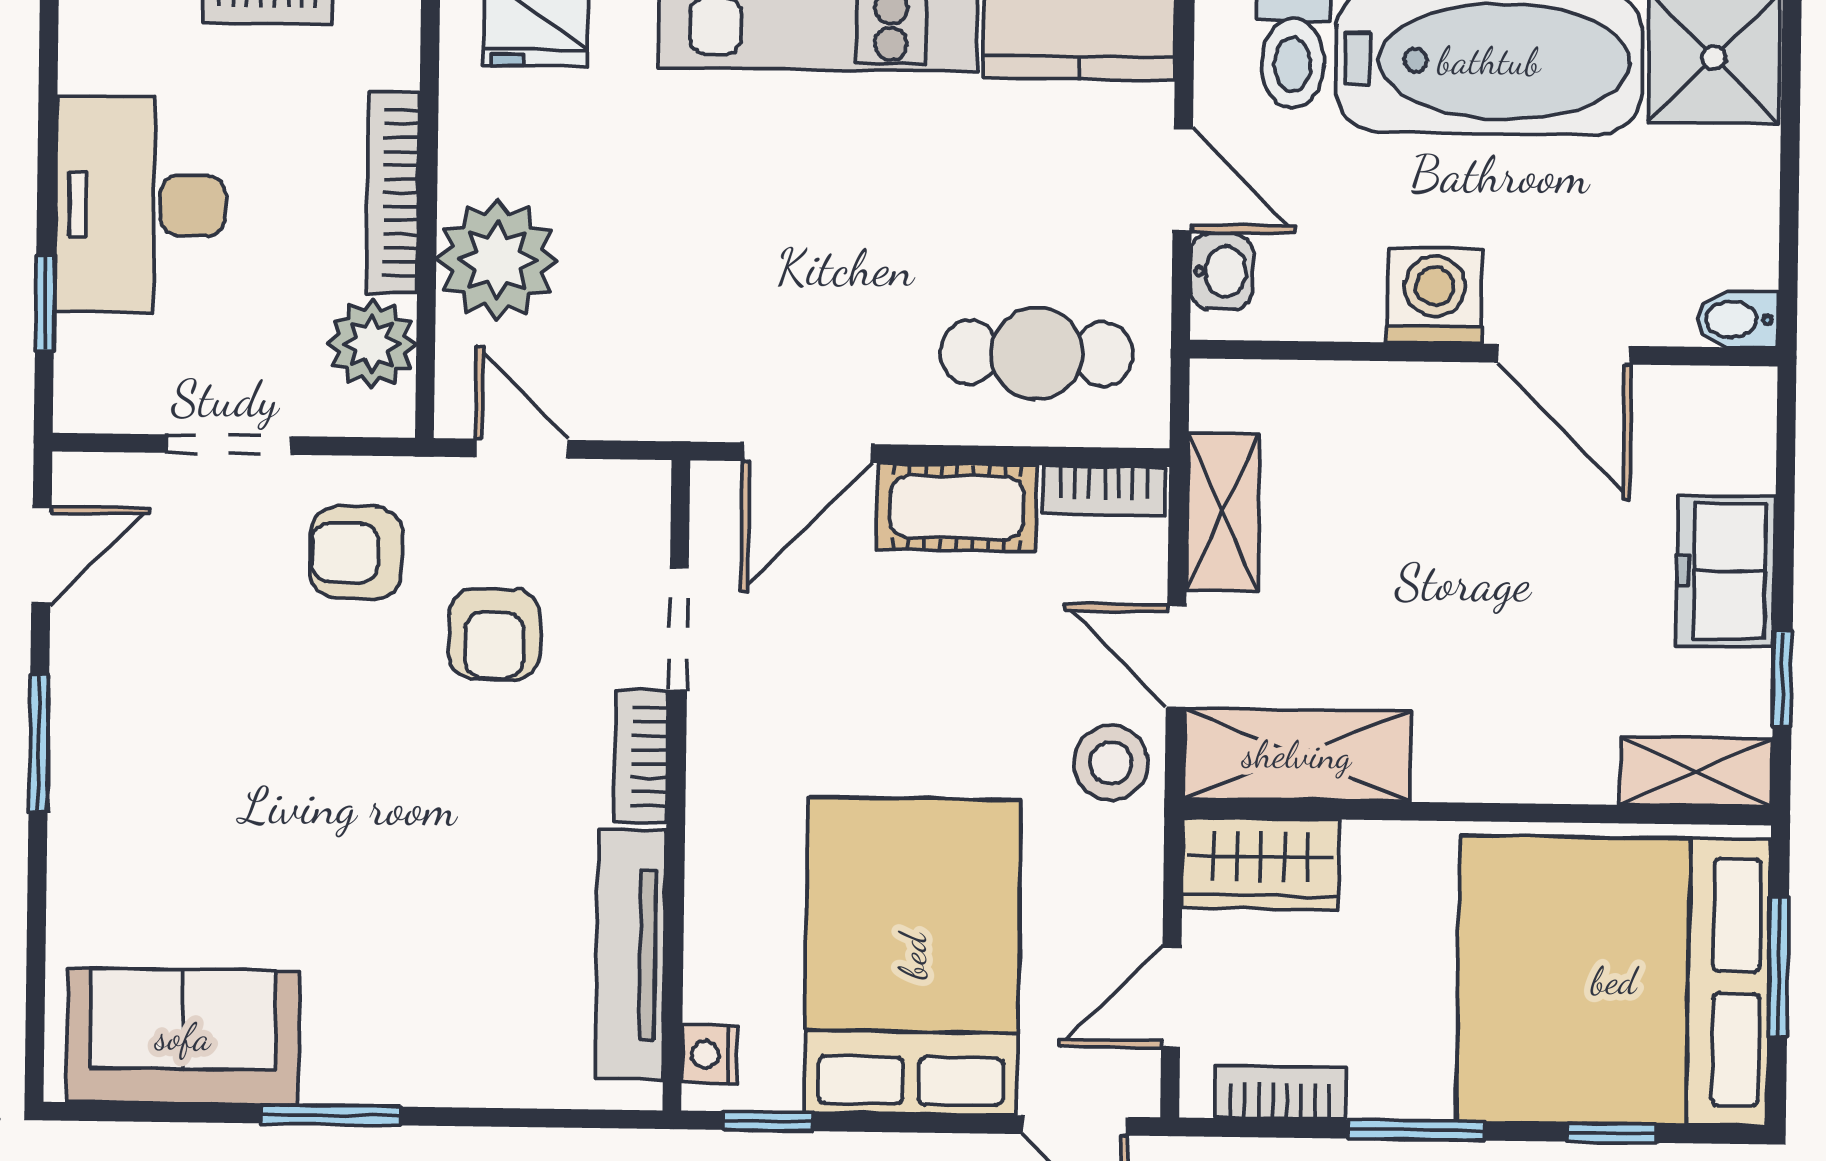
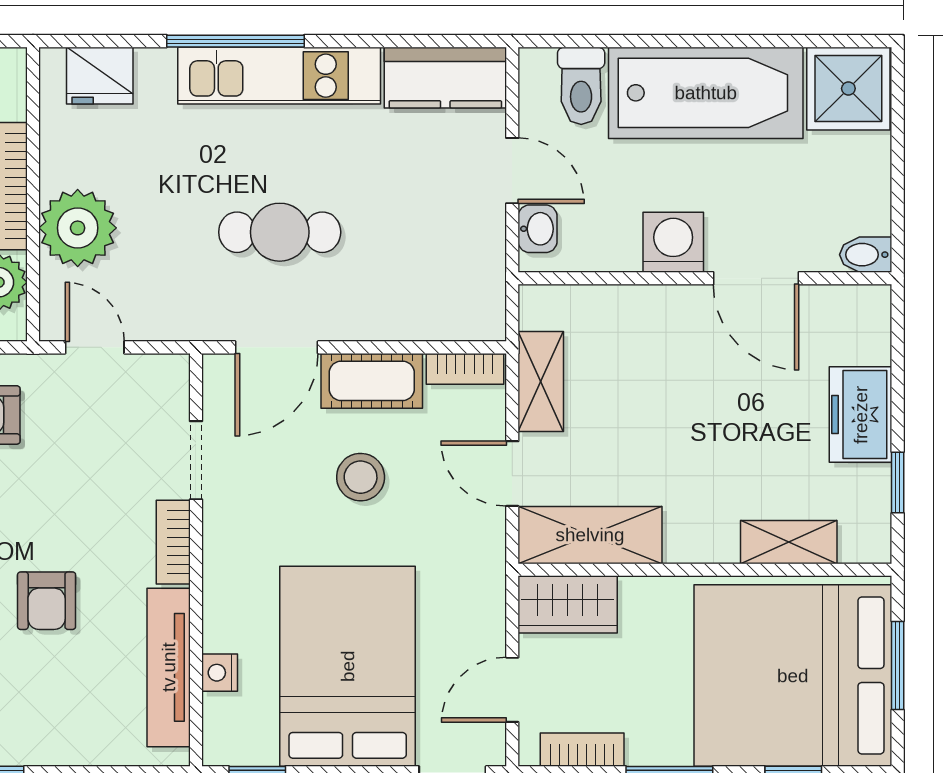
cafe table: (1037, 353) -> (280, 232), moved
armchair: (494, 634) -> (47, 601), moved
stool: (1111, 763) -> (361, 477), moved
shelving: (1696, 772) -> (789, 542), moved
nightstand: (710, 1054) -> (220, 673), moved

